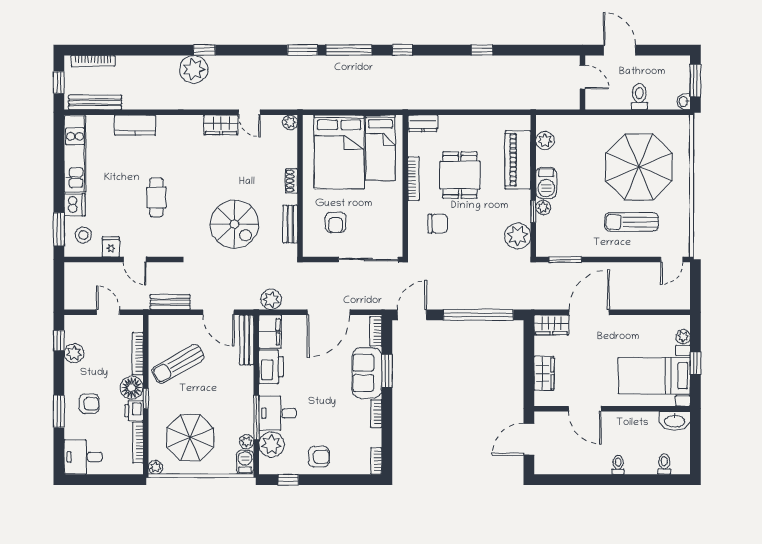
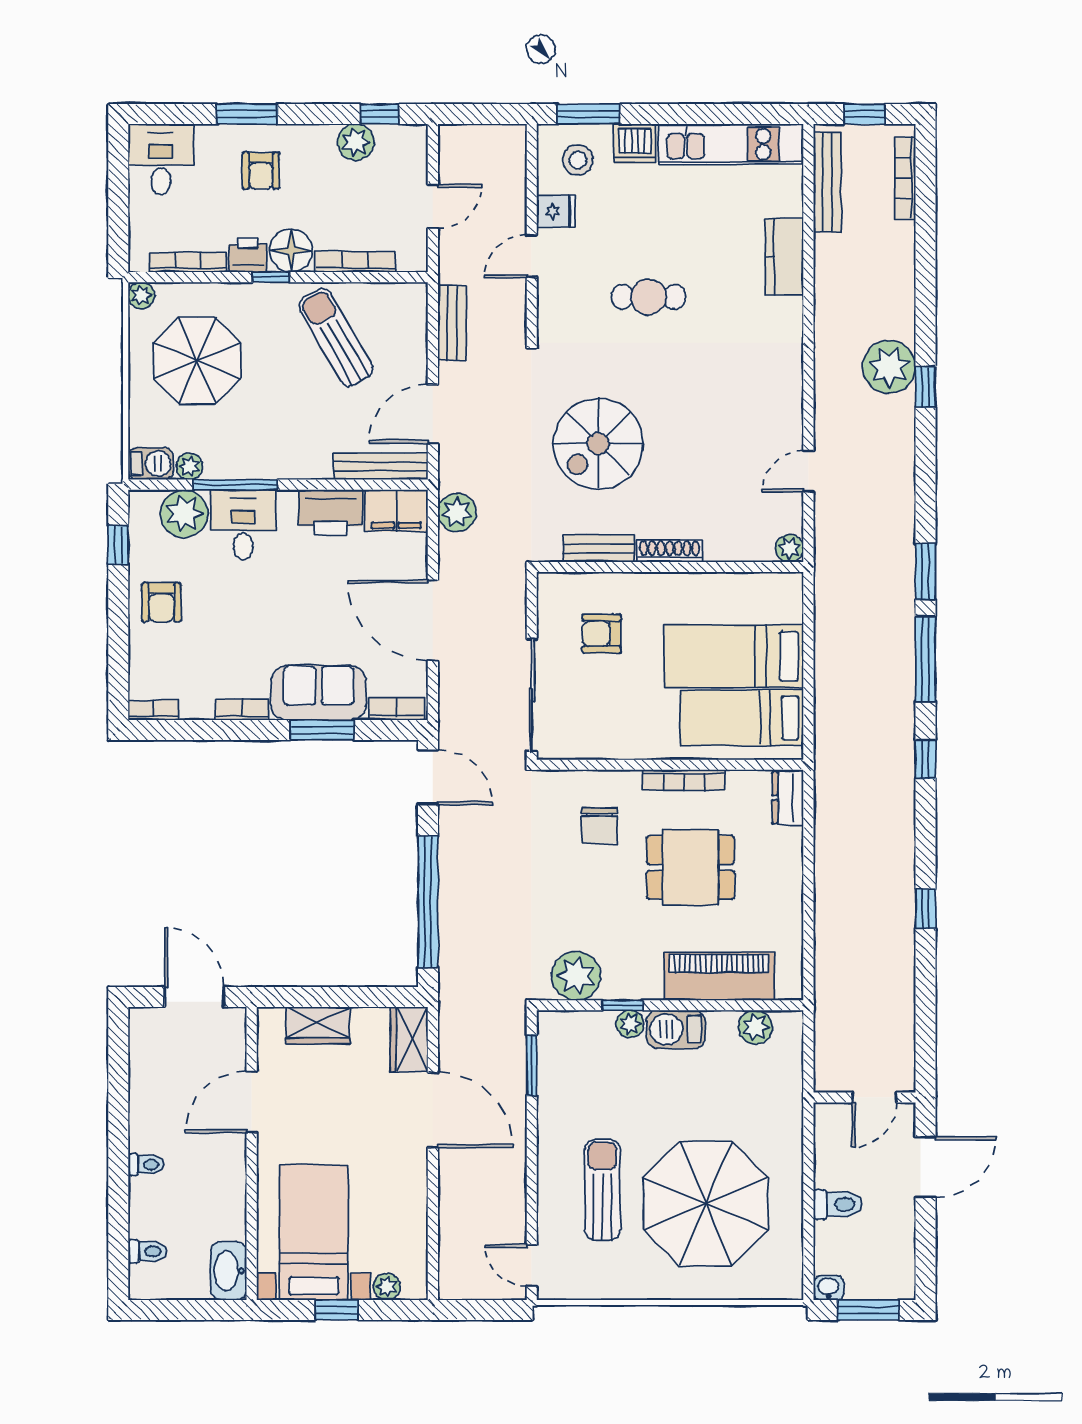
wardrobe: (221, 125) -> (785, 418), removed
bed: (339, 152) -> (734, 656), width x0.67
shoe rack: (291, 181) -> (670, 551), width x1.43

